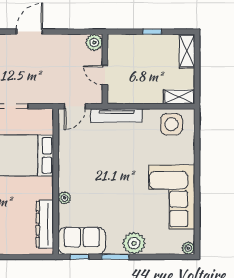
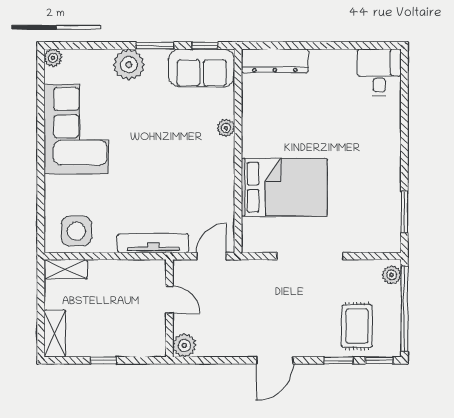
dresser: (45, 224) -> (275, 61), moved, turned 90

